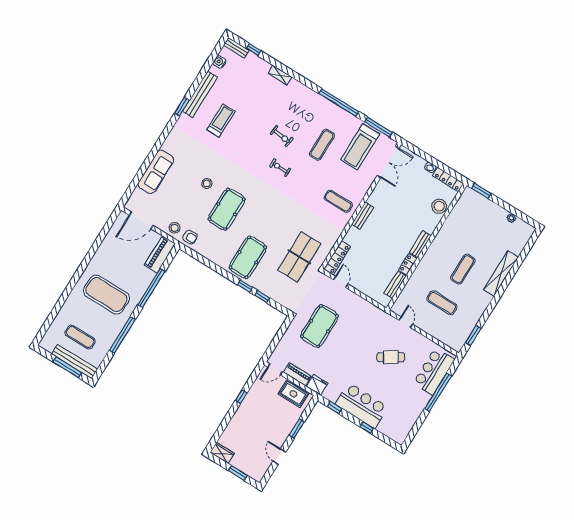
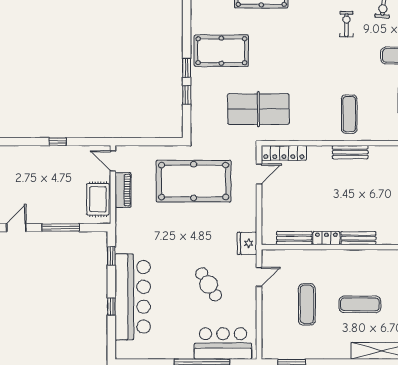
pool table: (319, 326) -> (194, 181), width x1.36, depth x1.32
fridge: (317, 385) -> (247, 243), moved, turned 180
bar counter: (362, 406) -> (133, 297), width x1.36
window: (297, 429) -> (61, 228), width x1.44

